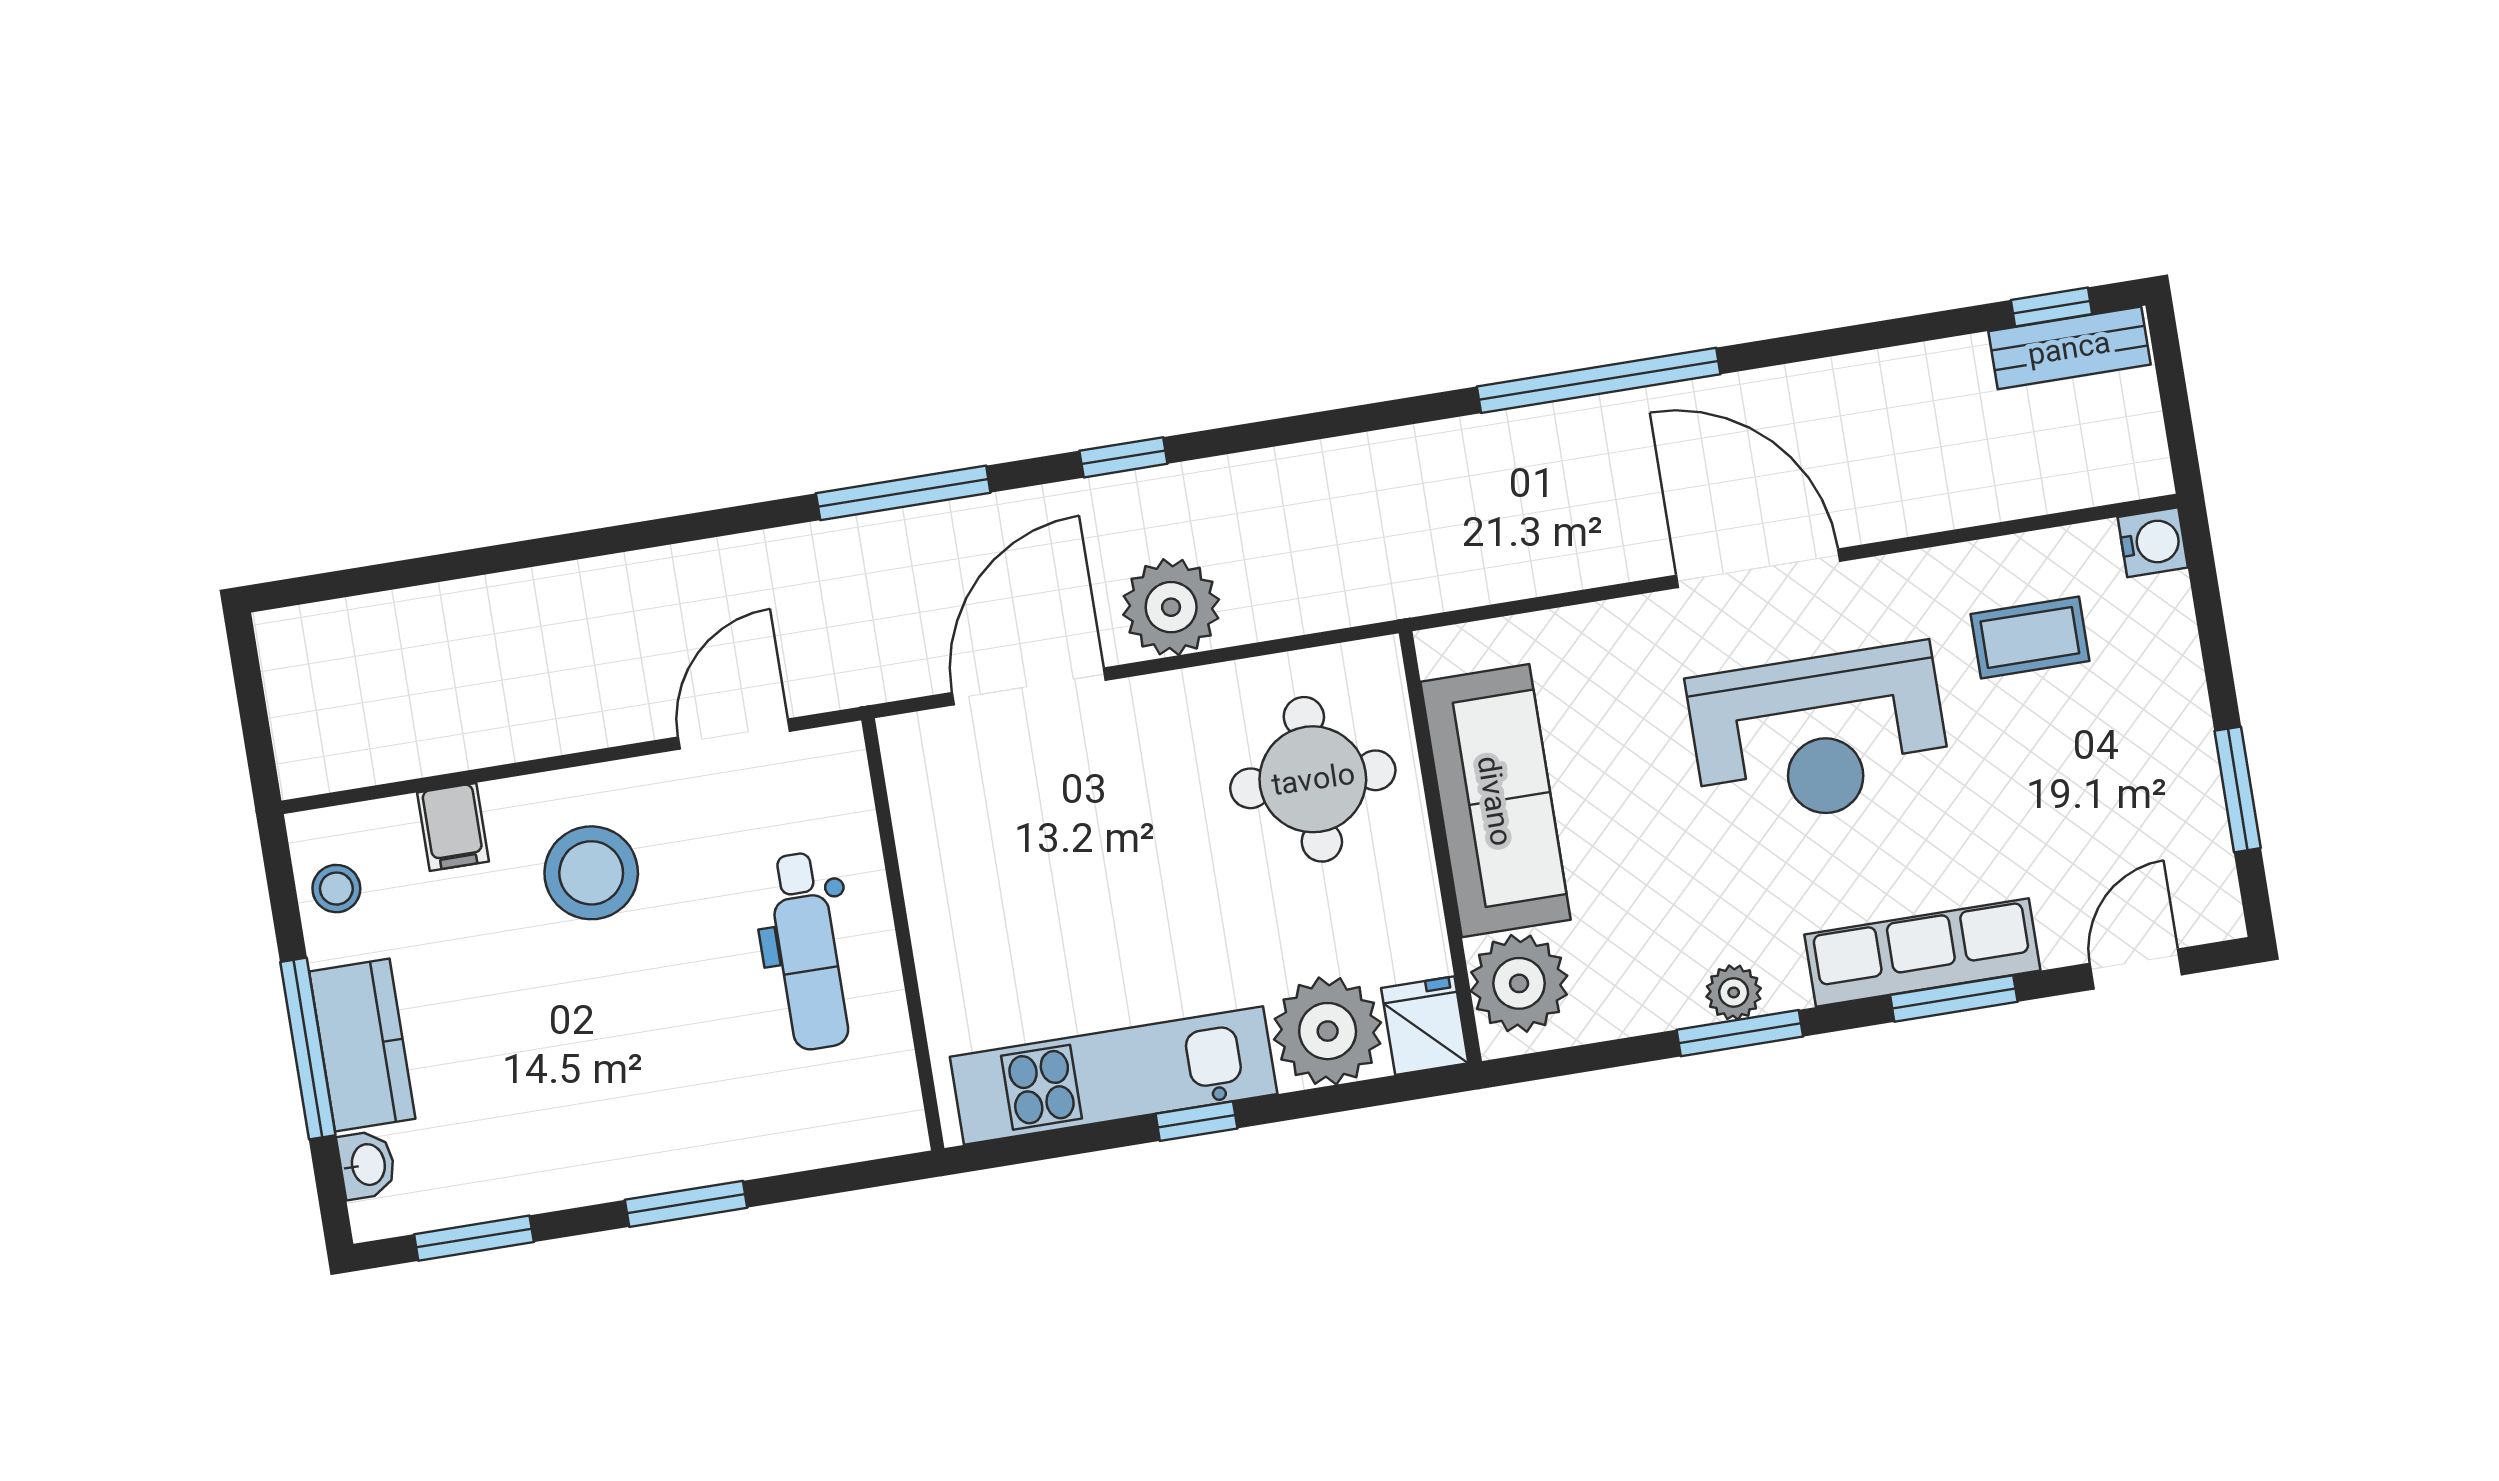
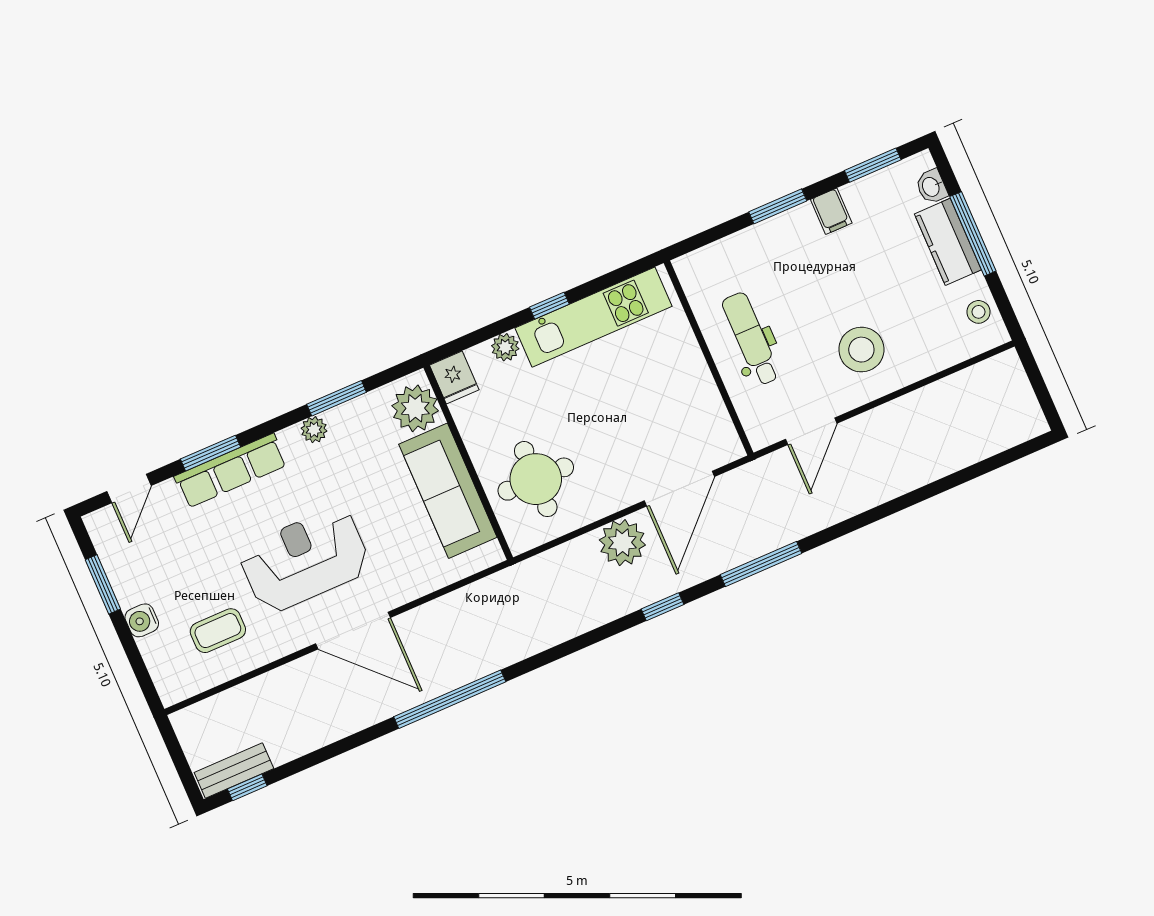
water cooler: (2153, 542) -> (142, 620), moved
filing cabinet: (453, 827) -> (831, 211), moved, turned 180
plant: (1328, 1031) -> (505, 347), width x0.53, depth x0.53
window: (1740, 1033) -> (337, 398), moved

